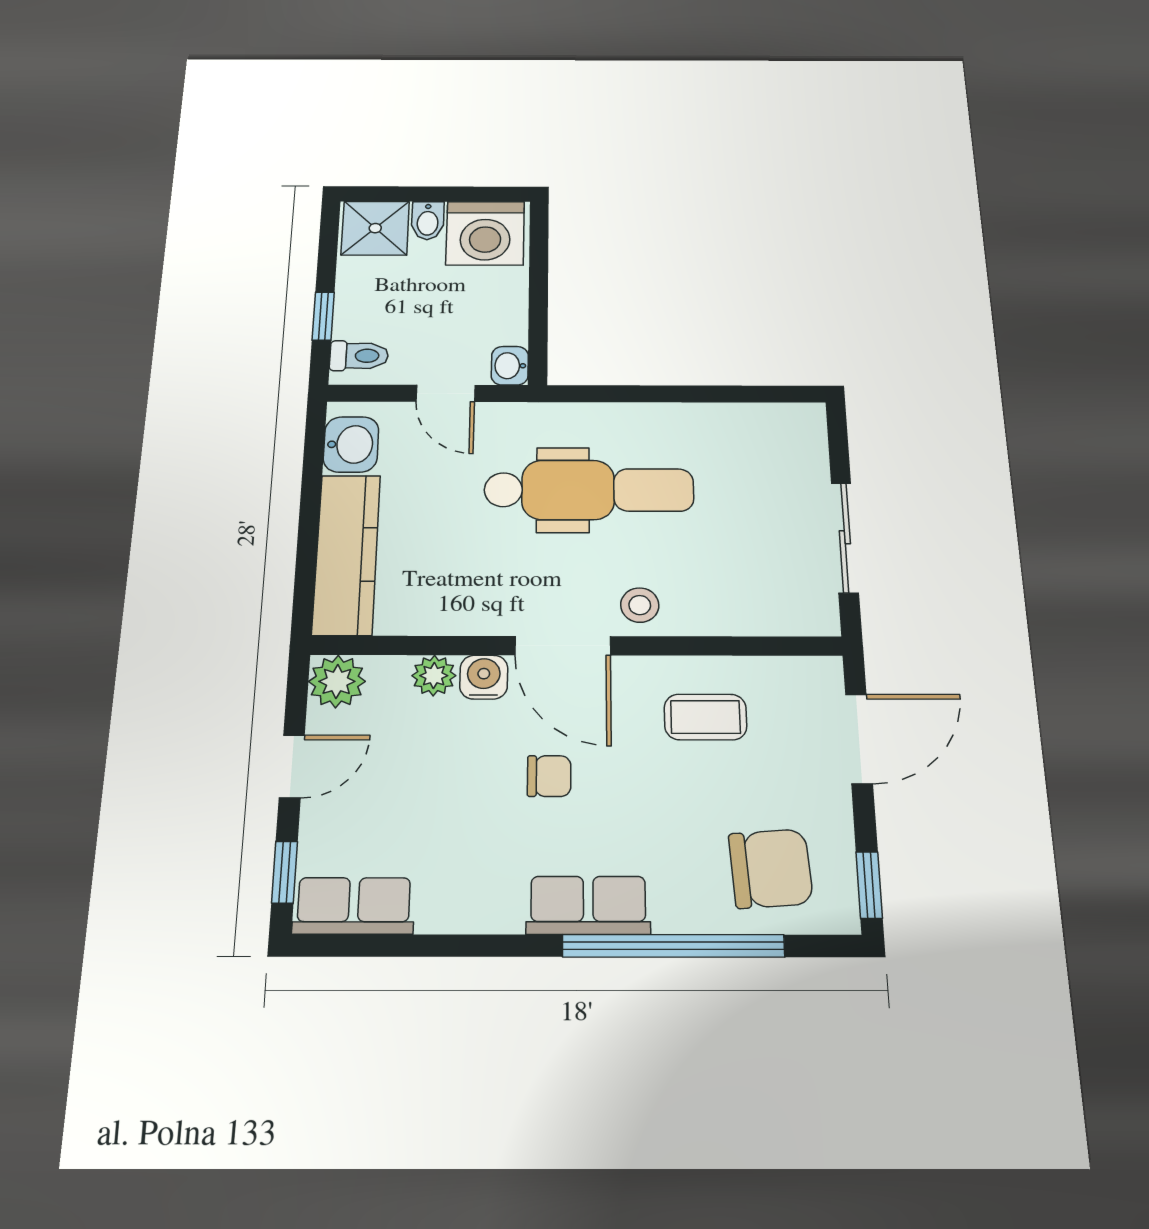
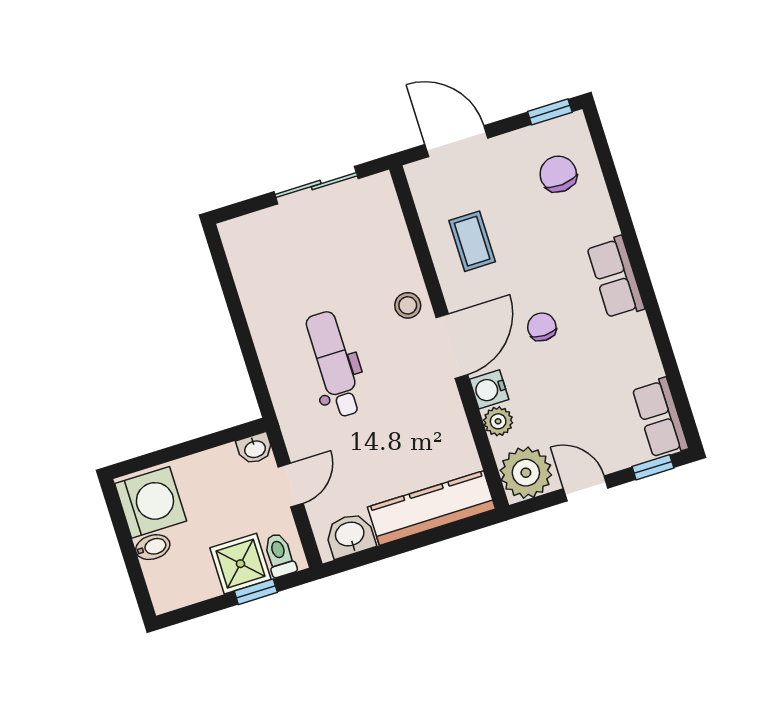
shower: (375, 228) -> (240, 564), moved
dental chair: (589, 490) -> (334, 364), width x0.73, depth x0.72
plant: (337, 681) -> (526, 473), width x1.36, depth x1.36
chair: (771, 869) -> (558, 174), width x0.73, depth x0.73
window: (673, 946) -> (624, 219), removed

